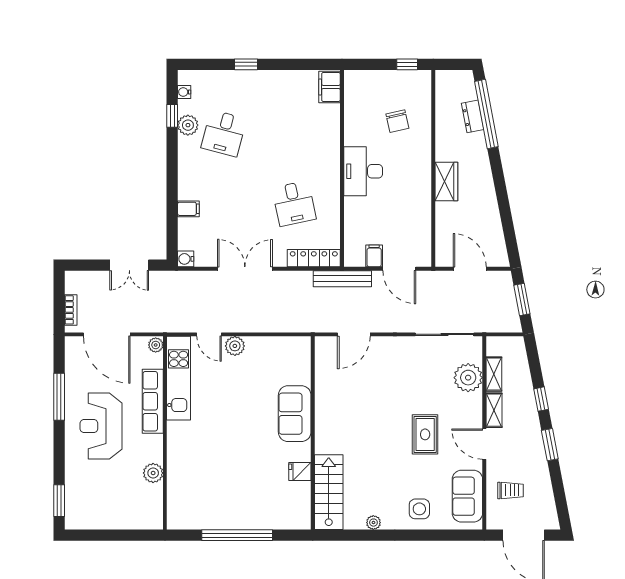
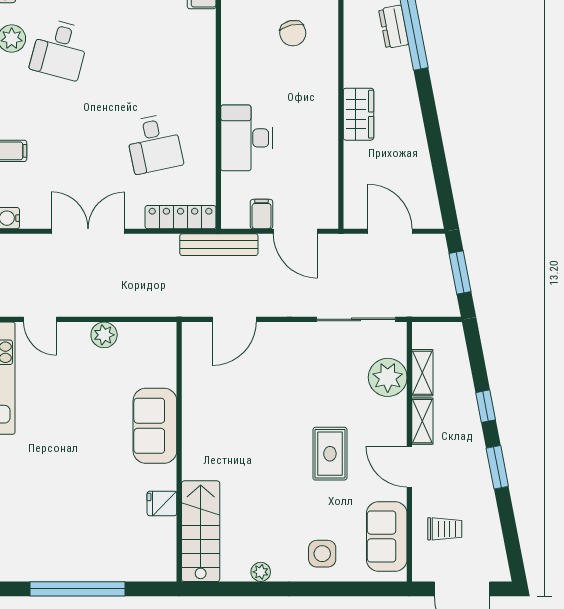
desk: (363, 171) -> (247, 138), moved
plant: (235, 346) -> (104, 335), moved

